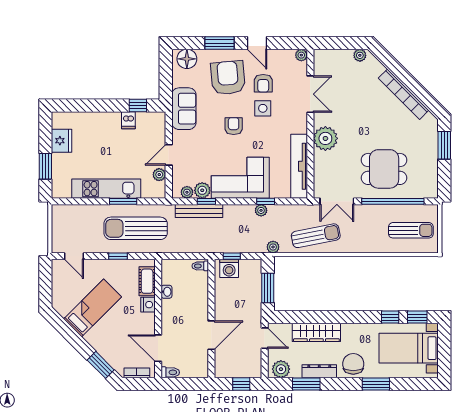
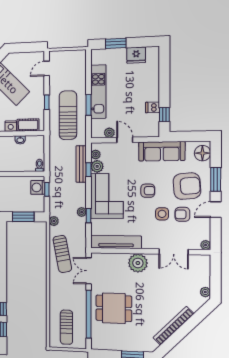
sofa: (184, 109) -> (162, 151), width x1.36
dining table: (384, 169) -> (114, 308), turned 90

